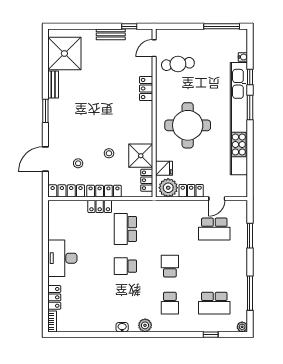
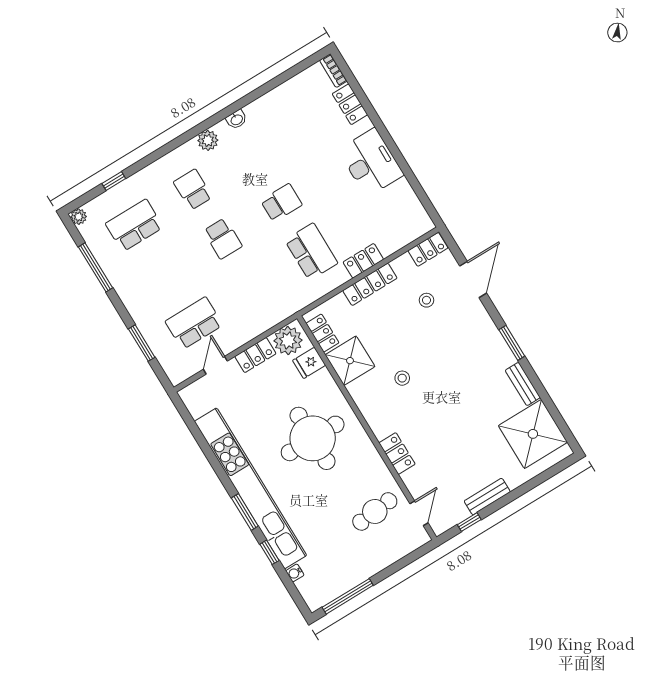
stool: (109, 153) -> (402, 378), moved
locker: (67, 191) -> (428, 249), width x0.66

